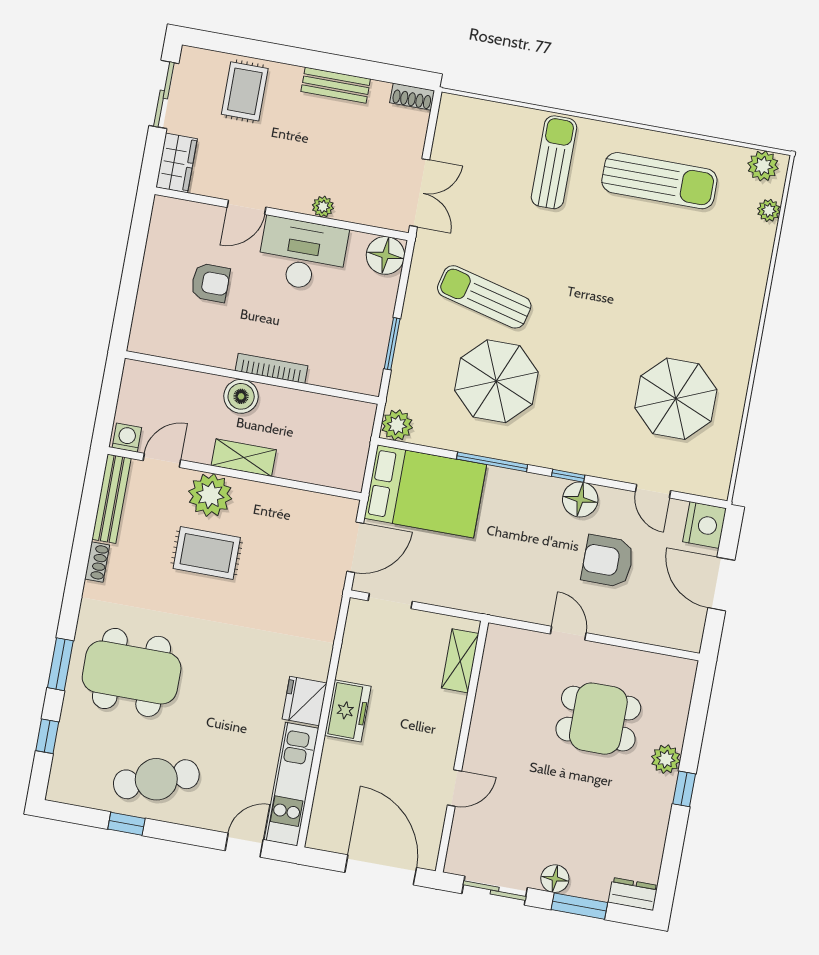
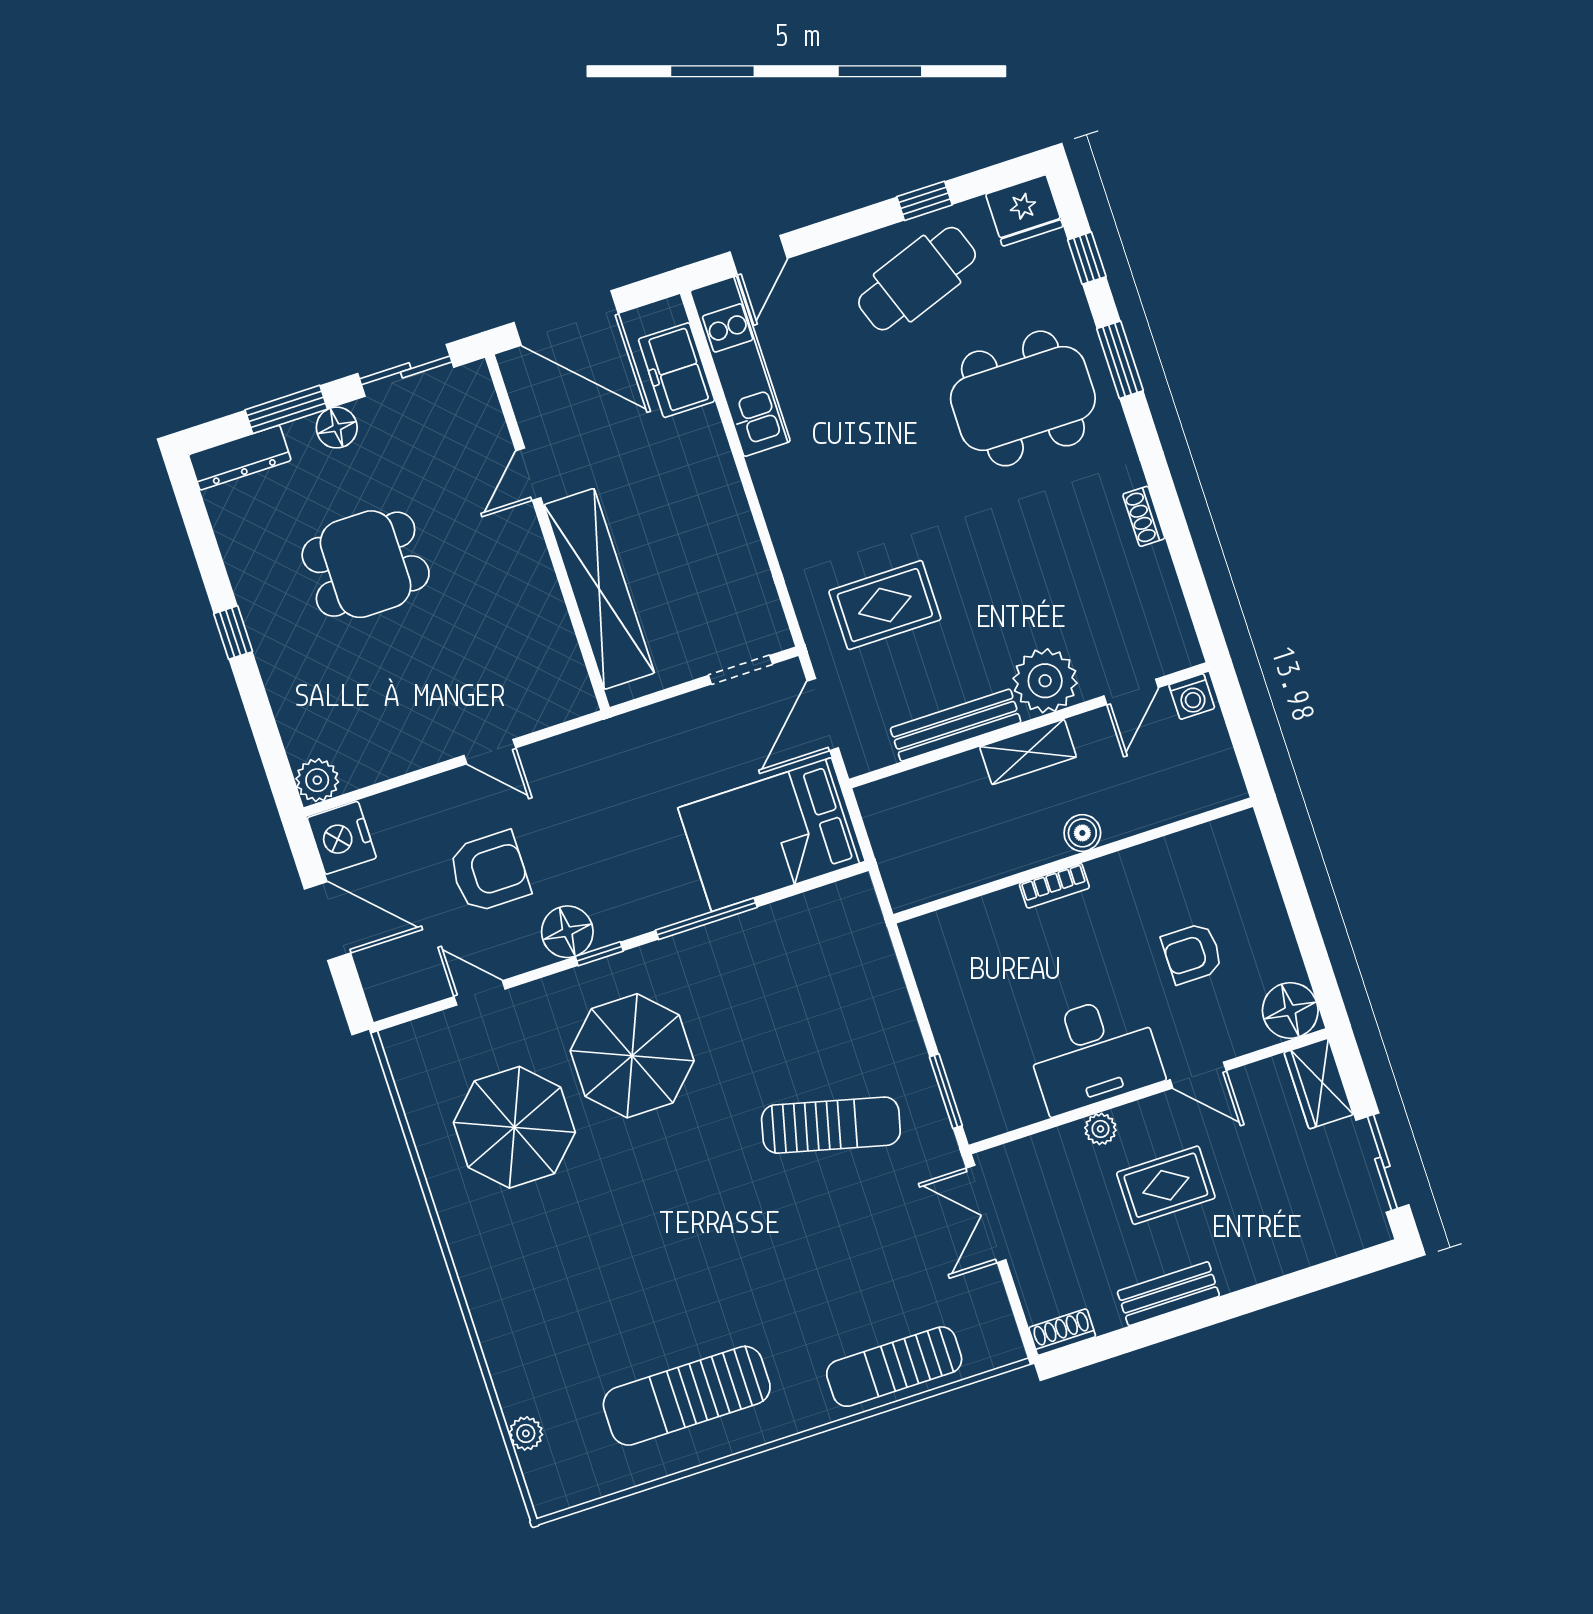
rug: (245, 91) -> (1166, 1185), moved, turned 90
sun lounger: (554, 162) -> (894, 1367), moved, turned 90
plant: (763, 166) -> (564, 1487), removed
door: (246, 207) -> (1198, 1075), swing flipped
floor lamp: (385, 255) -> (1290, 1010), moved
window: (392, 344) -> (946, 1091), moved
bookcase: (271, 368) -> (1054, 886), width x0.64
parasol: (496, 381) -> (632, 1056), moved
boiler: (241, 396) -> (1082, 833), width x0.73, depth x0.73
plant: (397, 425) -> (854, 900), removed
bench: (112, 499) -> (956, 725), moved, turned 90
nightstand: (705, 525) -> (342, 838), moved
rug: (207, 553) -> (885, 605), moved
shelving: (460, 661) -> (599, 589), width x2.20, depth x1.33
fridge: (305, 701) -> (1024, 210), moved, turned 90
freezer: (348, 711) -> (677, 370), moved
dining table: (598, 719) -> (366, 564), moved
plant: (666, 759) -> (317, 780), moved
dresser: (633, 894) -> (240, 458), width x1.44

